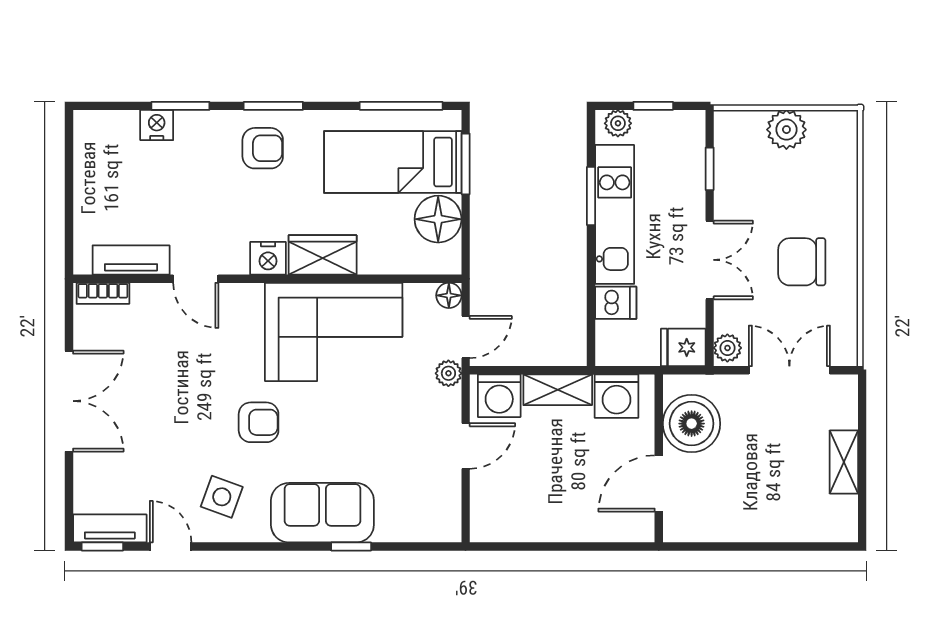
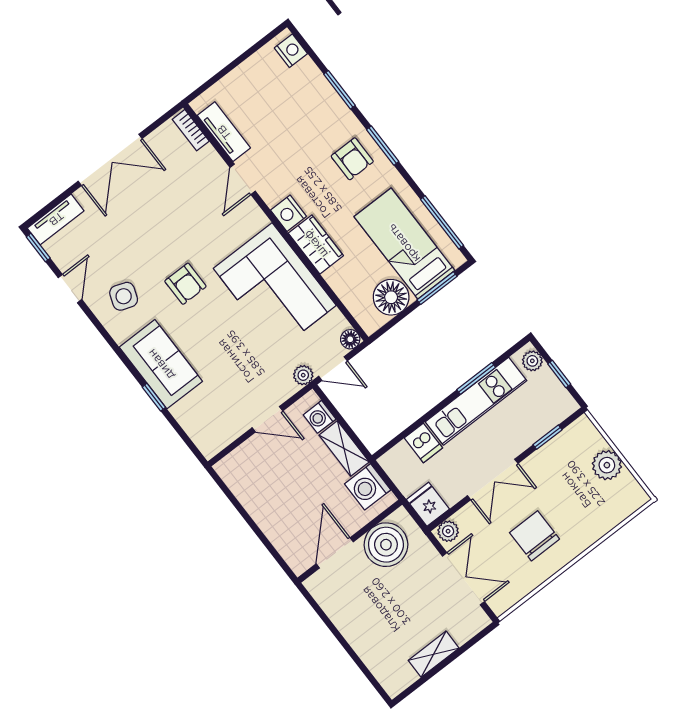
nightstand: (157, 125) -> (291, 51), moved
washing machine: (499, 396) -> (320, 417), width x0.73, depth x0.73
door: (659, 483) -> (335, 553), hinge flipped
tv unit: (110, 528) -> (56, 219), moved, turned 90

